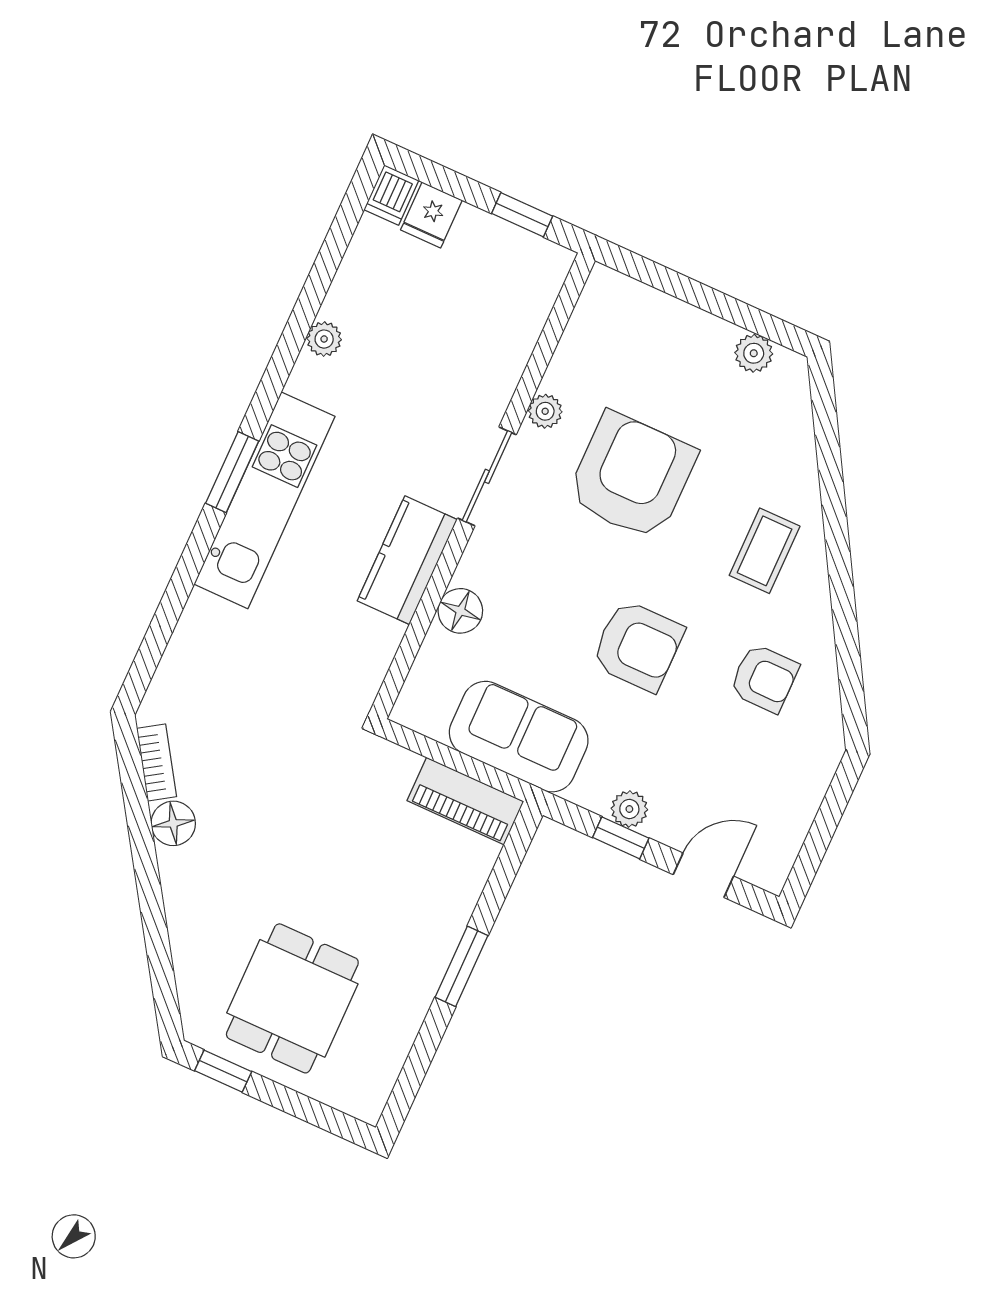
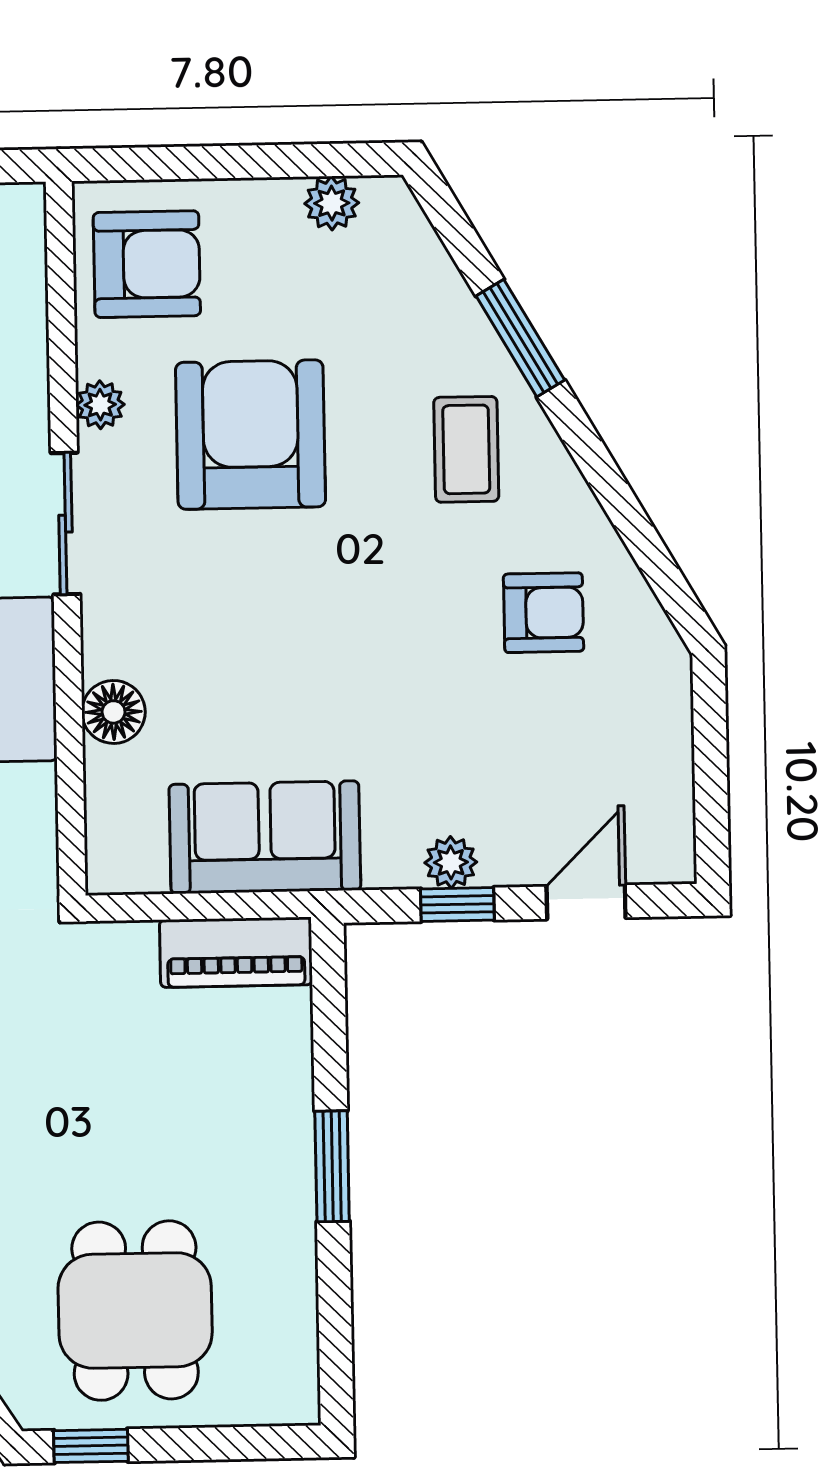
window: (833, 496) -> (520, 338), added
armchair: (638, 646) -> (147, 264), moved

